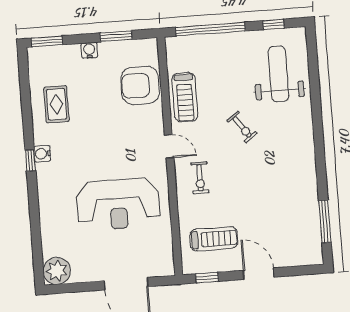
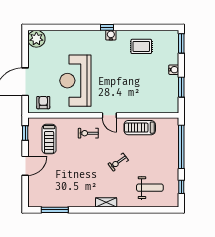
weight bench: (278, 74) -> (150, 188), width x0.73, depth x0.75
armchair: (140, 85) -> (43, 103), moved, width x0.53, depth x0.53
shelving: (307, 141) -> (106, 202), added
door: (169, 146) -> (109, 115), hinge flipped

